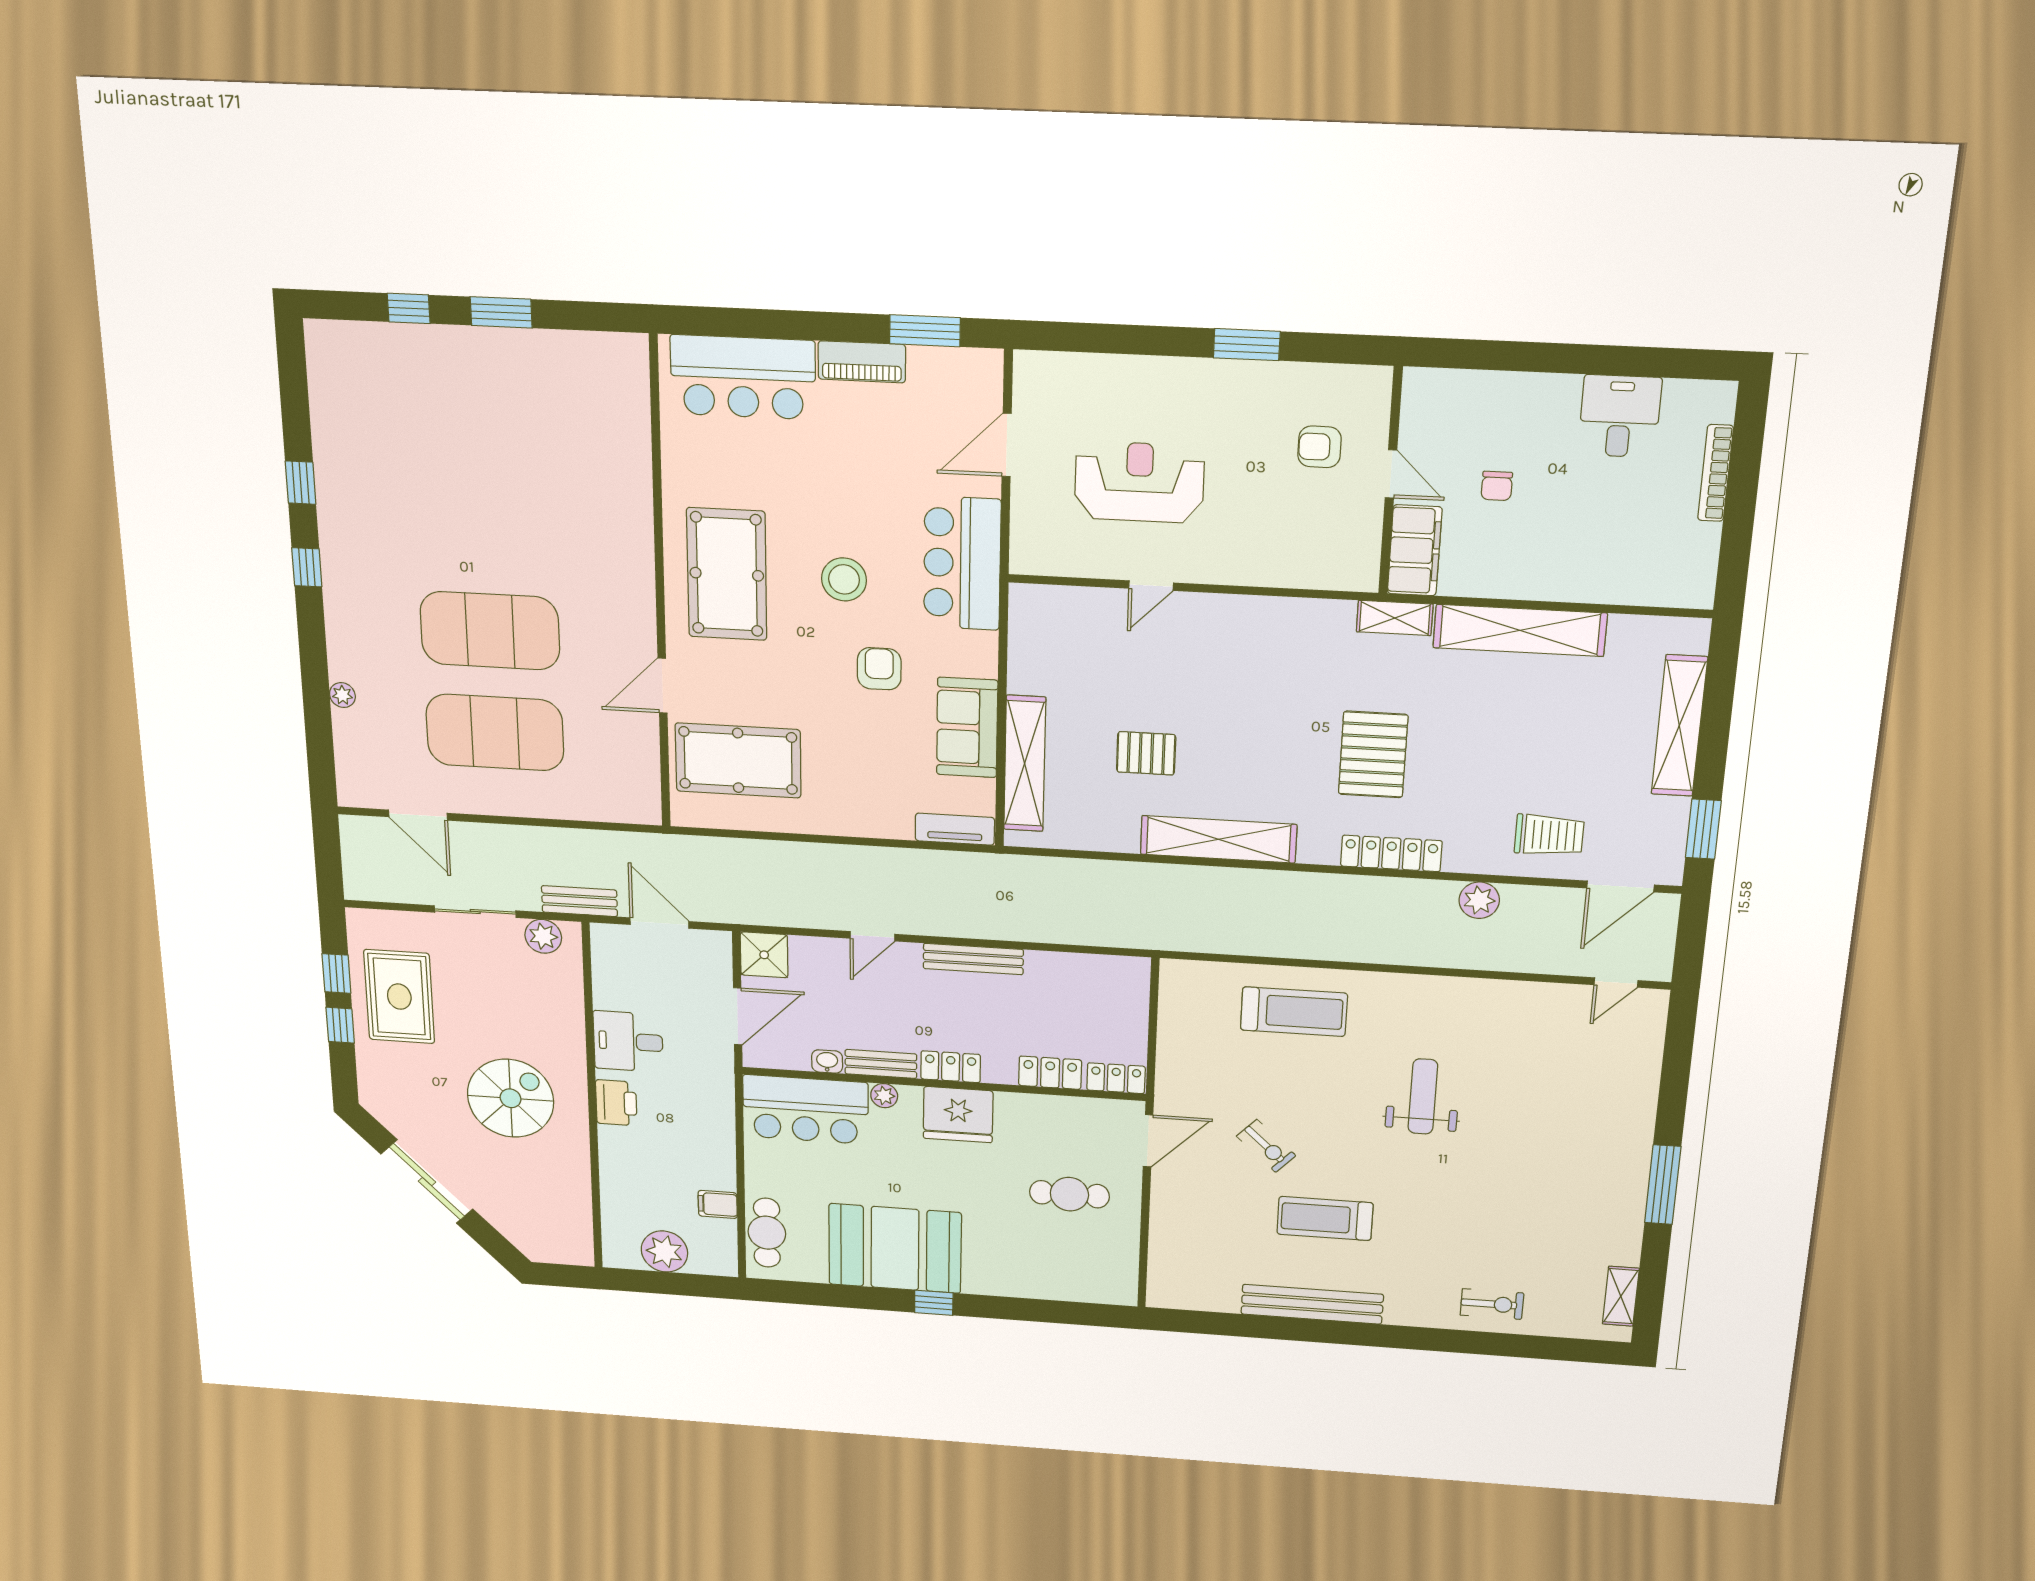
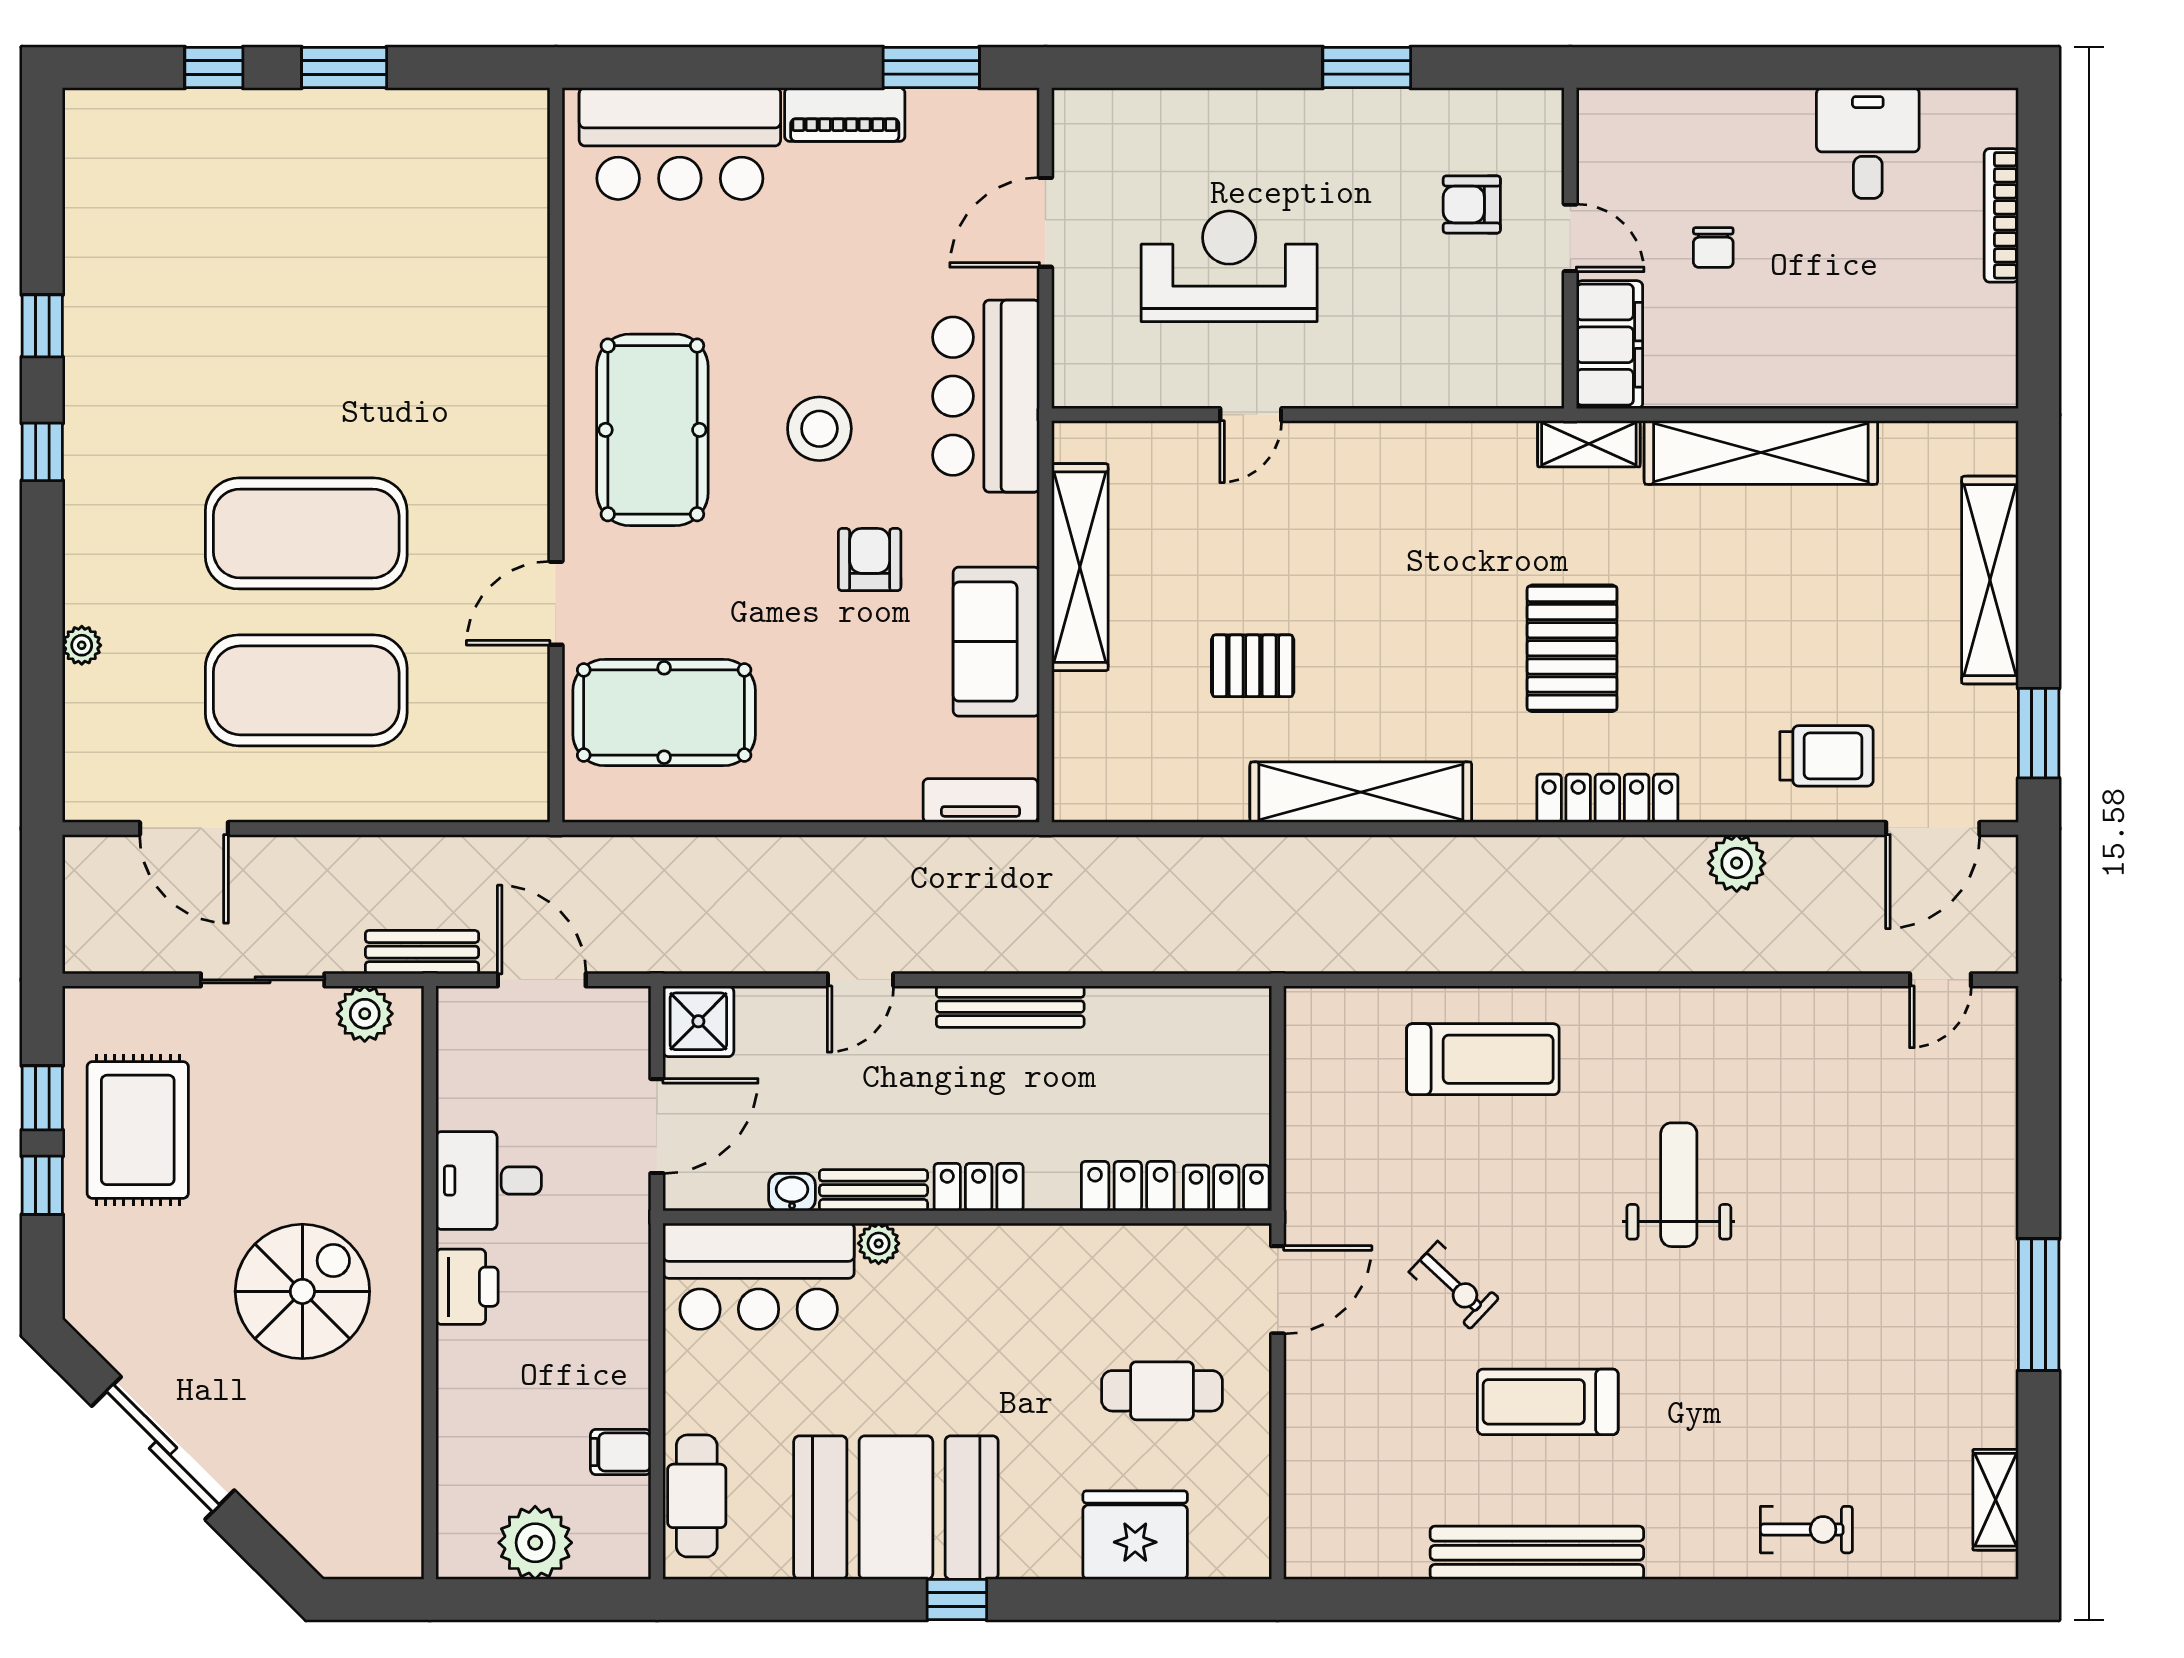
shelving: (1025, 764) -> (1080, 567), moved
fridge: (958, 1115) -> (1135, 1535), moved, turned 180

